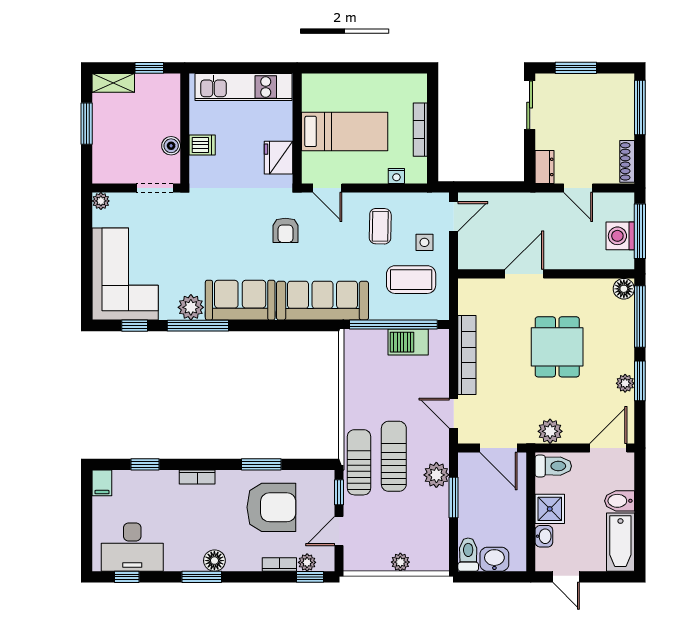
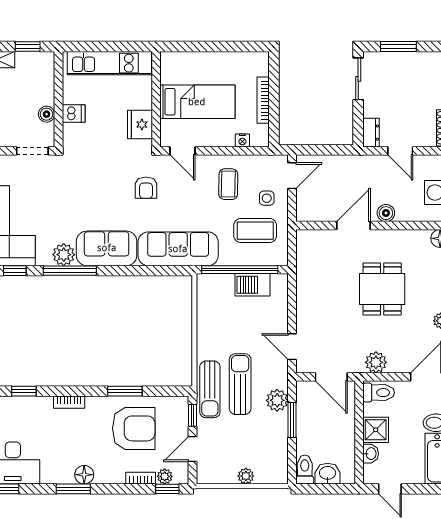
boiler: (562, 259) -> (386, 213), added
bookcase: (467, 355) -> (304, 296), removed
sun lounger: (359, 462) -> (210, 389), turned 180

